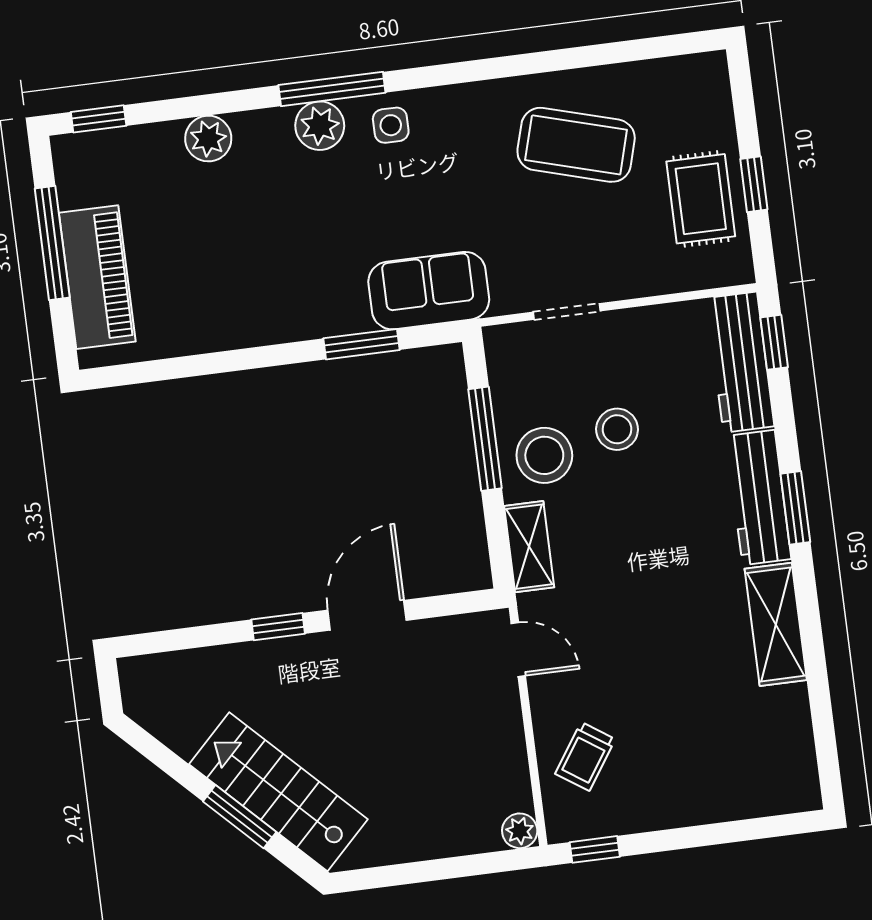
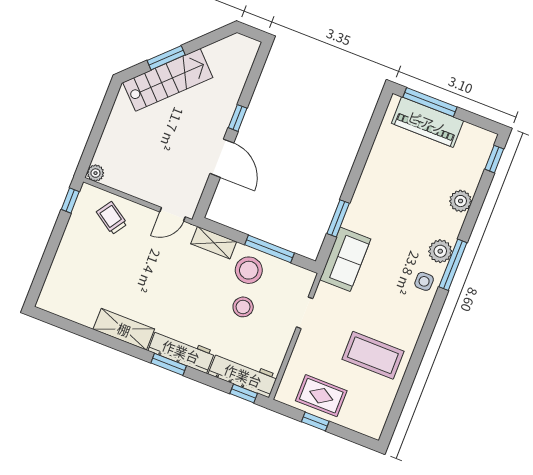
coffee table: (576, 145) -> (373, 355), turned 74
window: (52, 243) -> (430, 102), moved

